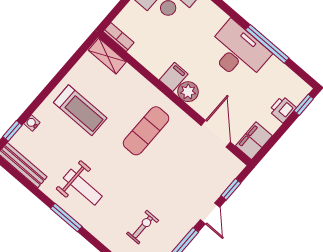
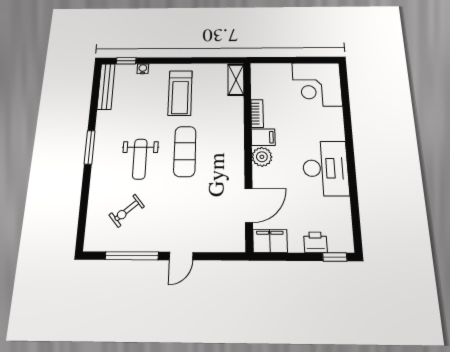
bookcase: (119, 37) -> (257, 113), moved
window: (267, 44) -> (353, 185), removed
exercise mat: (146, 131) -> (185, 151), moved, turned 90
weight bench: (83, 187) -> (140, 159), moved
window: (231, 189) -> (215, 256), removed
exercise bike: (143, 227) -> (127, 211), turned 140

